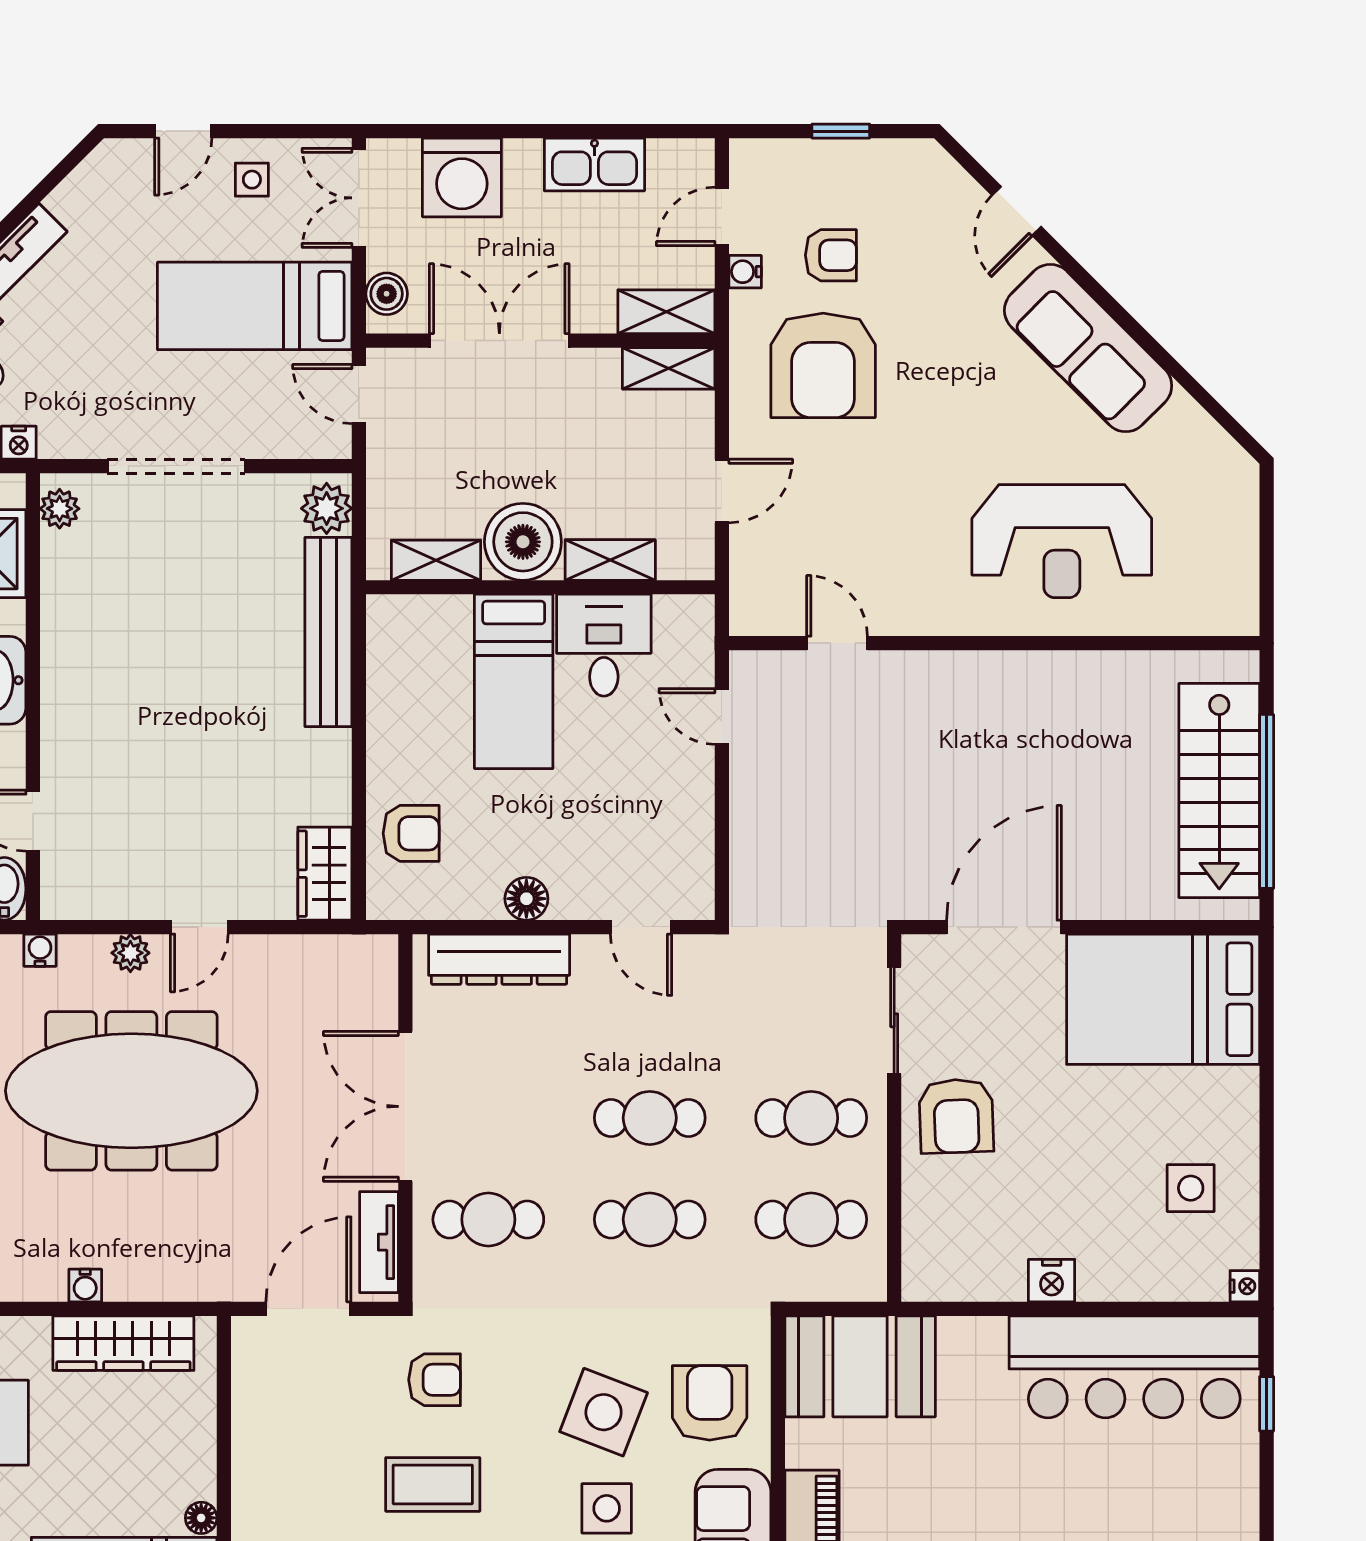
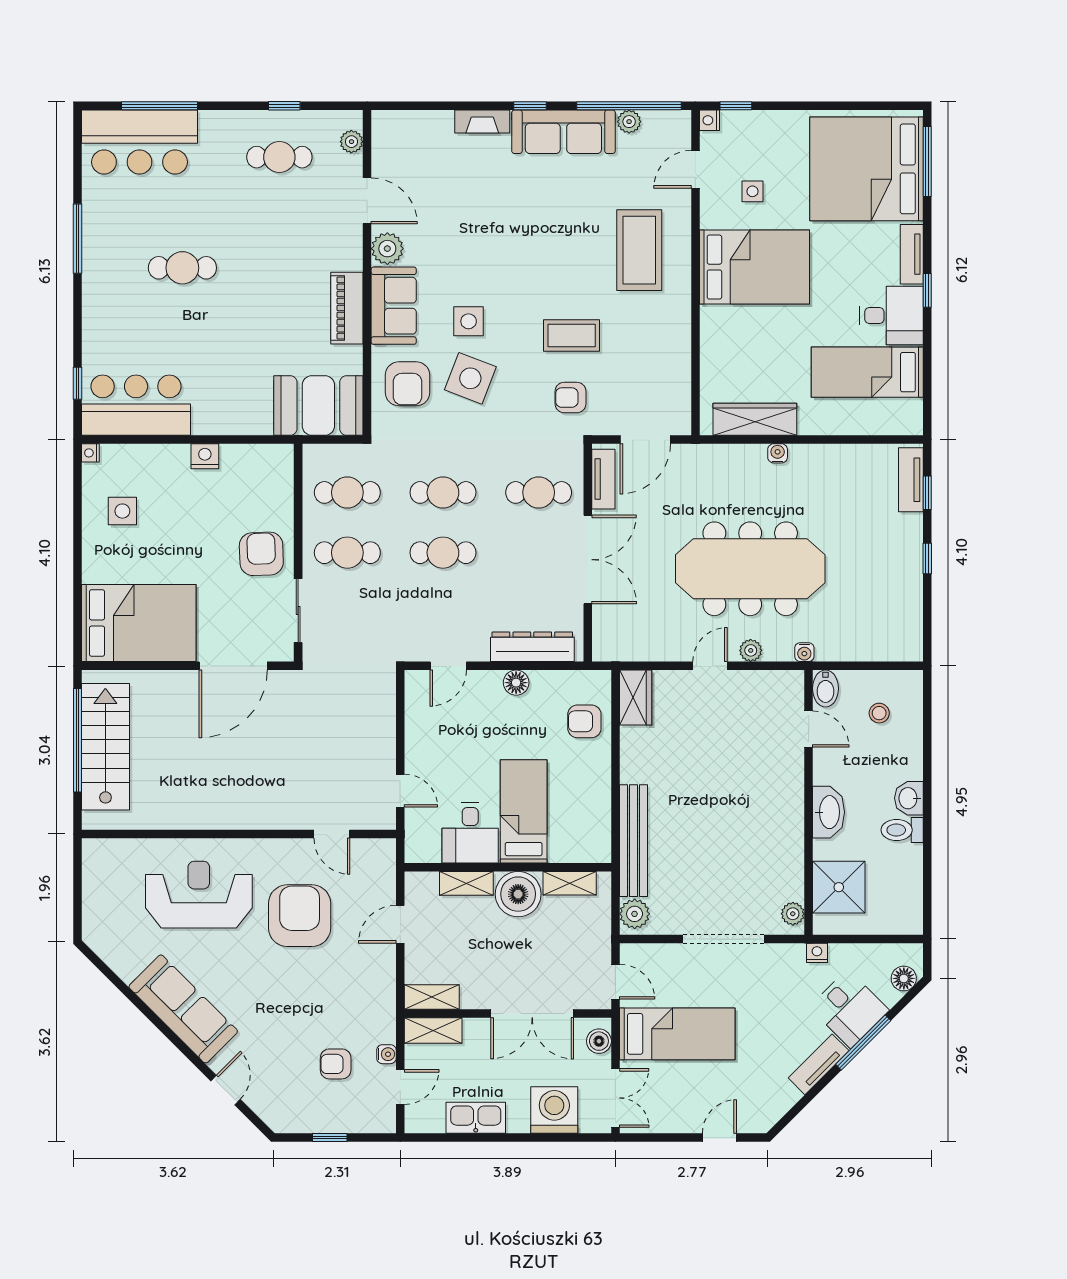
side table: (252, 180) -> (679, 1109), removed
armchair: (823, 365) -> (300, 916), moved
door: (641, 927) -> (448, 666), swing flipped
bar counter: (1134, 1367) -> (136, 405), width x0.73
floor lamp: (201, 1518) -> (709, 316), removed

